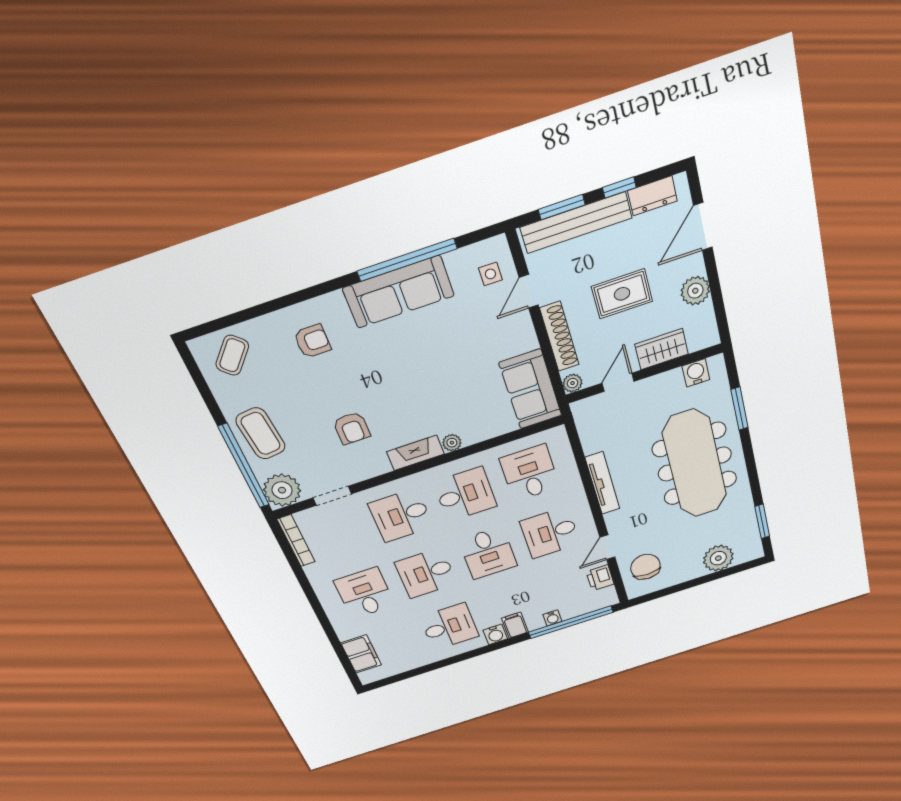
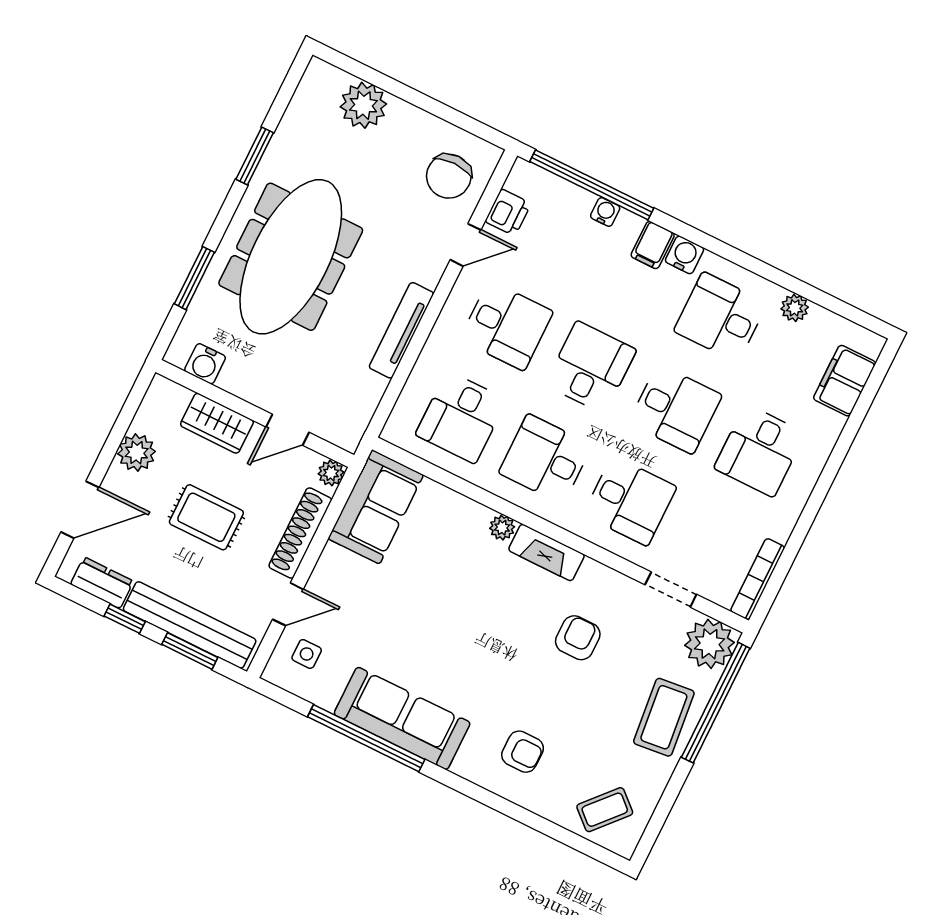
armchair: (312, 341) -> (523, 752), turned 180
window: (762, 521) -> (255, 156), moved
plant: (419, 660) -> (795, 308), added

